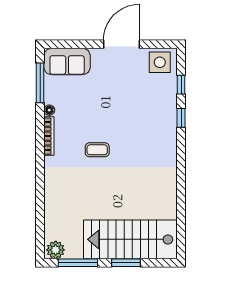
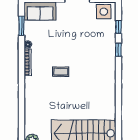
window: (40, 83) -> (22, 26), width x0.69

